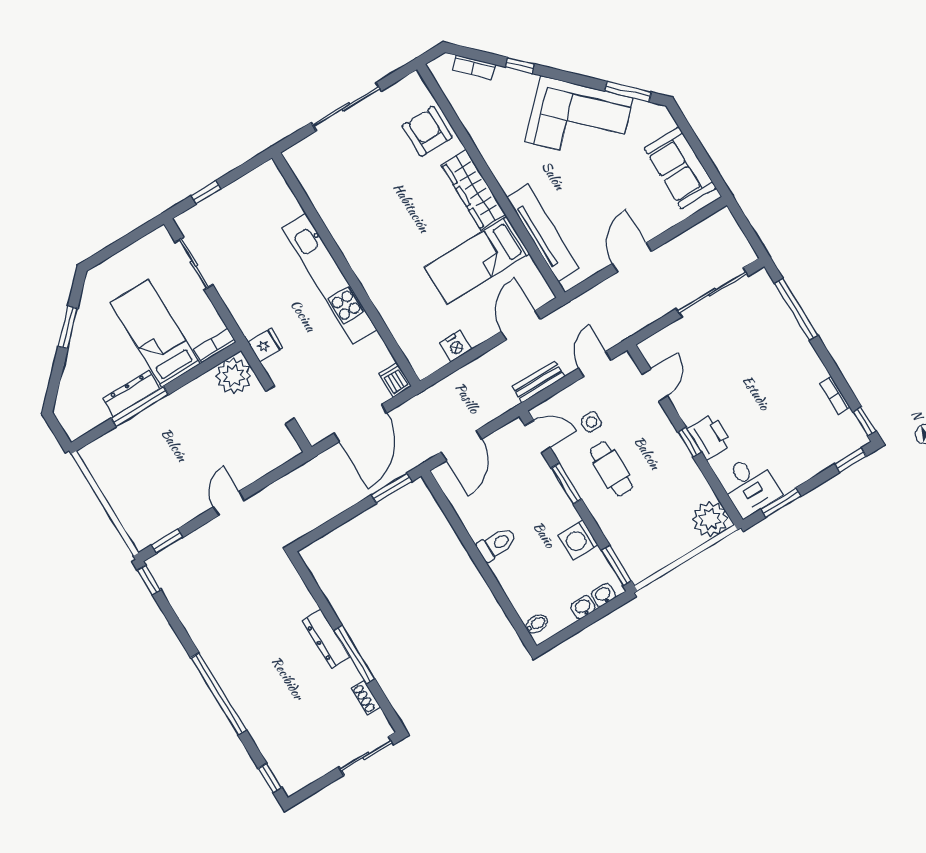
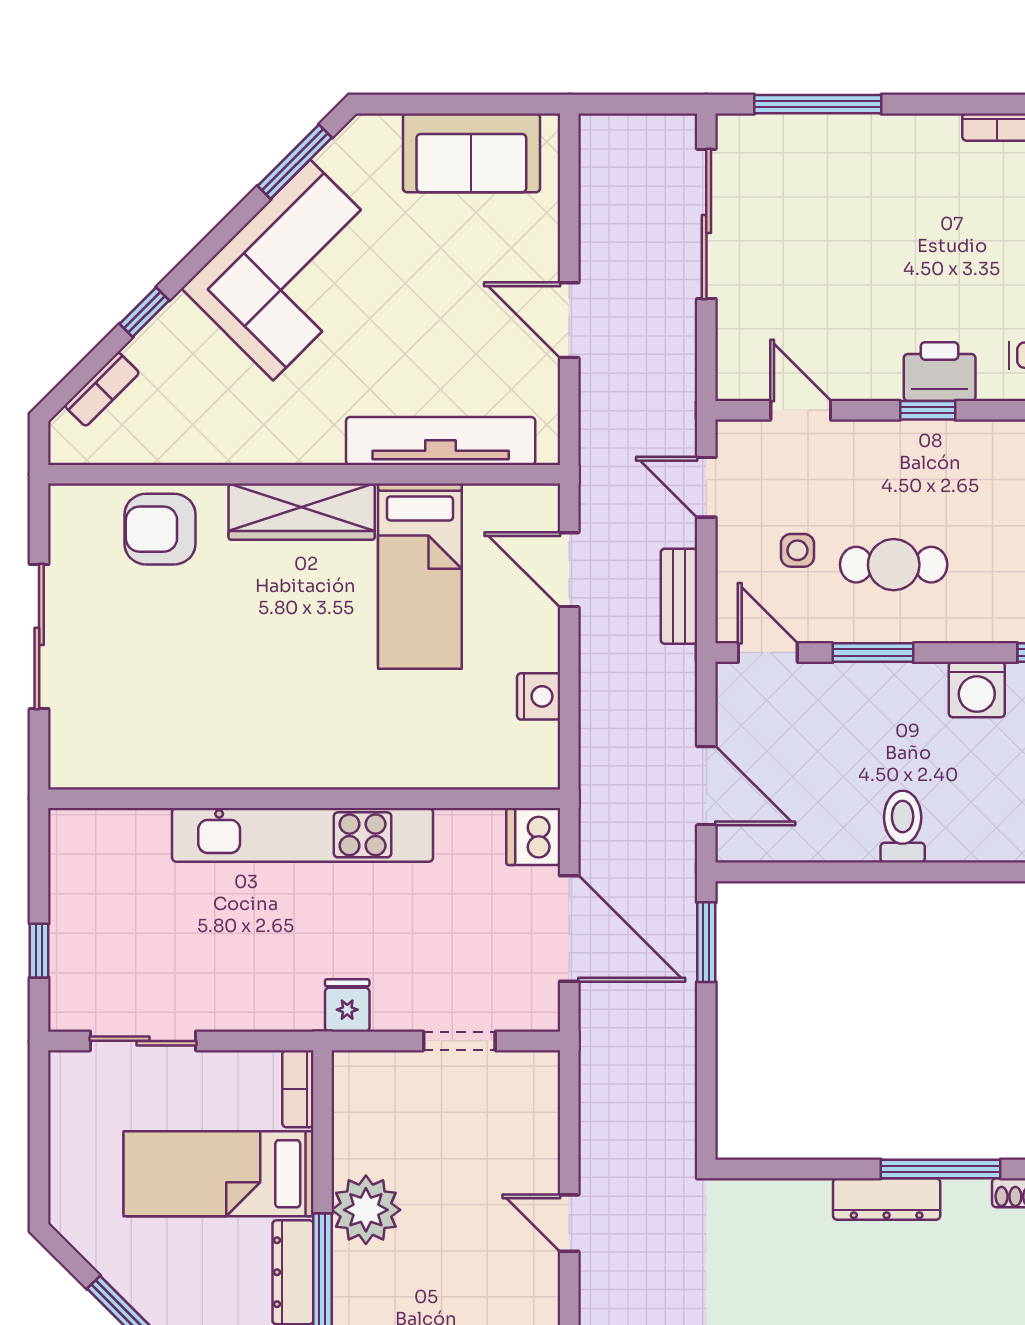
plant: (234, 376) -> (366, 1210), moved
dishwasher: (395, 380) -> (533, 837), width x1.38
door: (538, 437) -> (768, 653), hinge flipped

